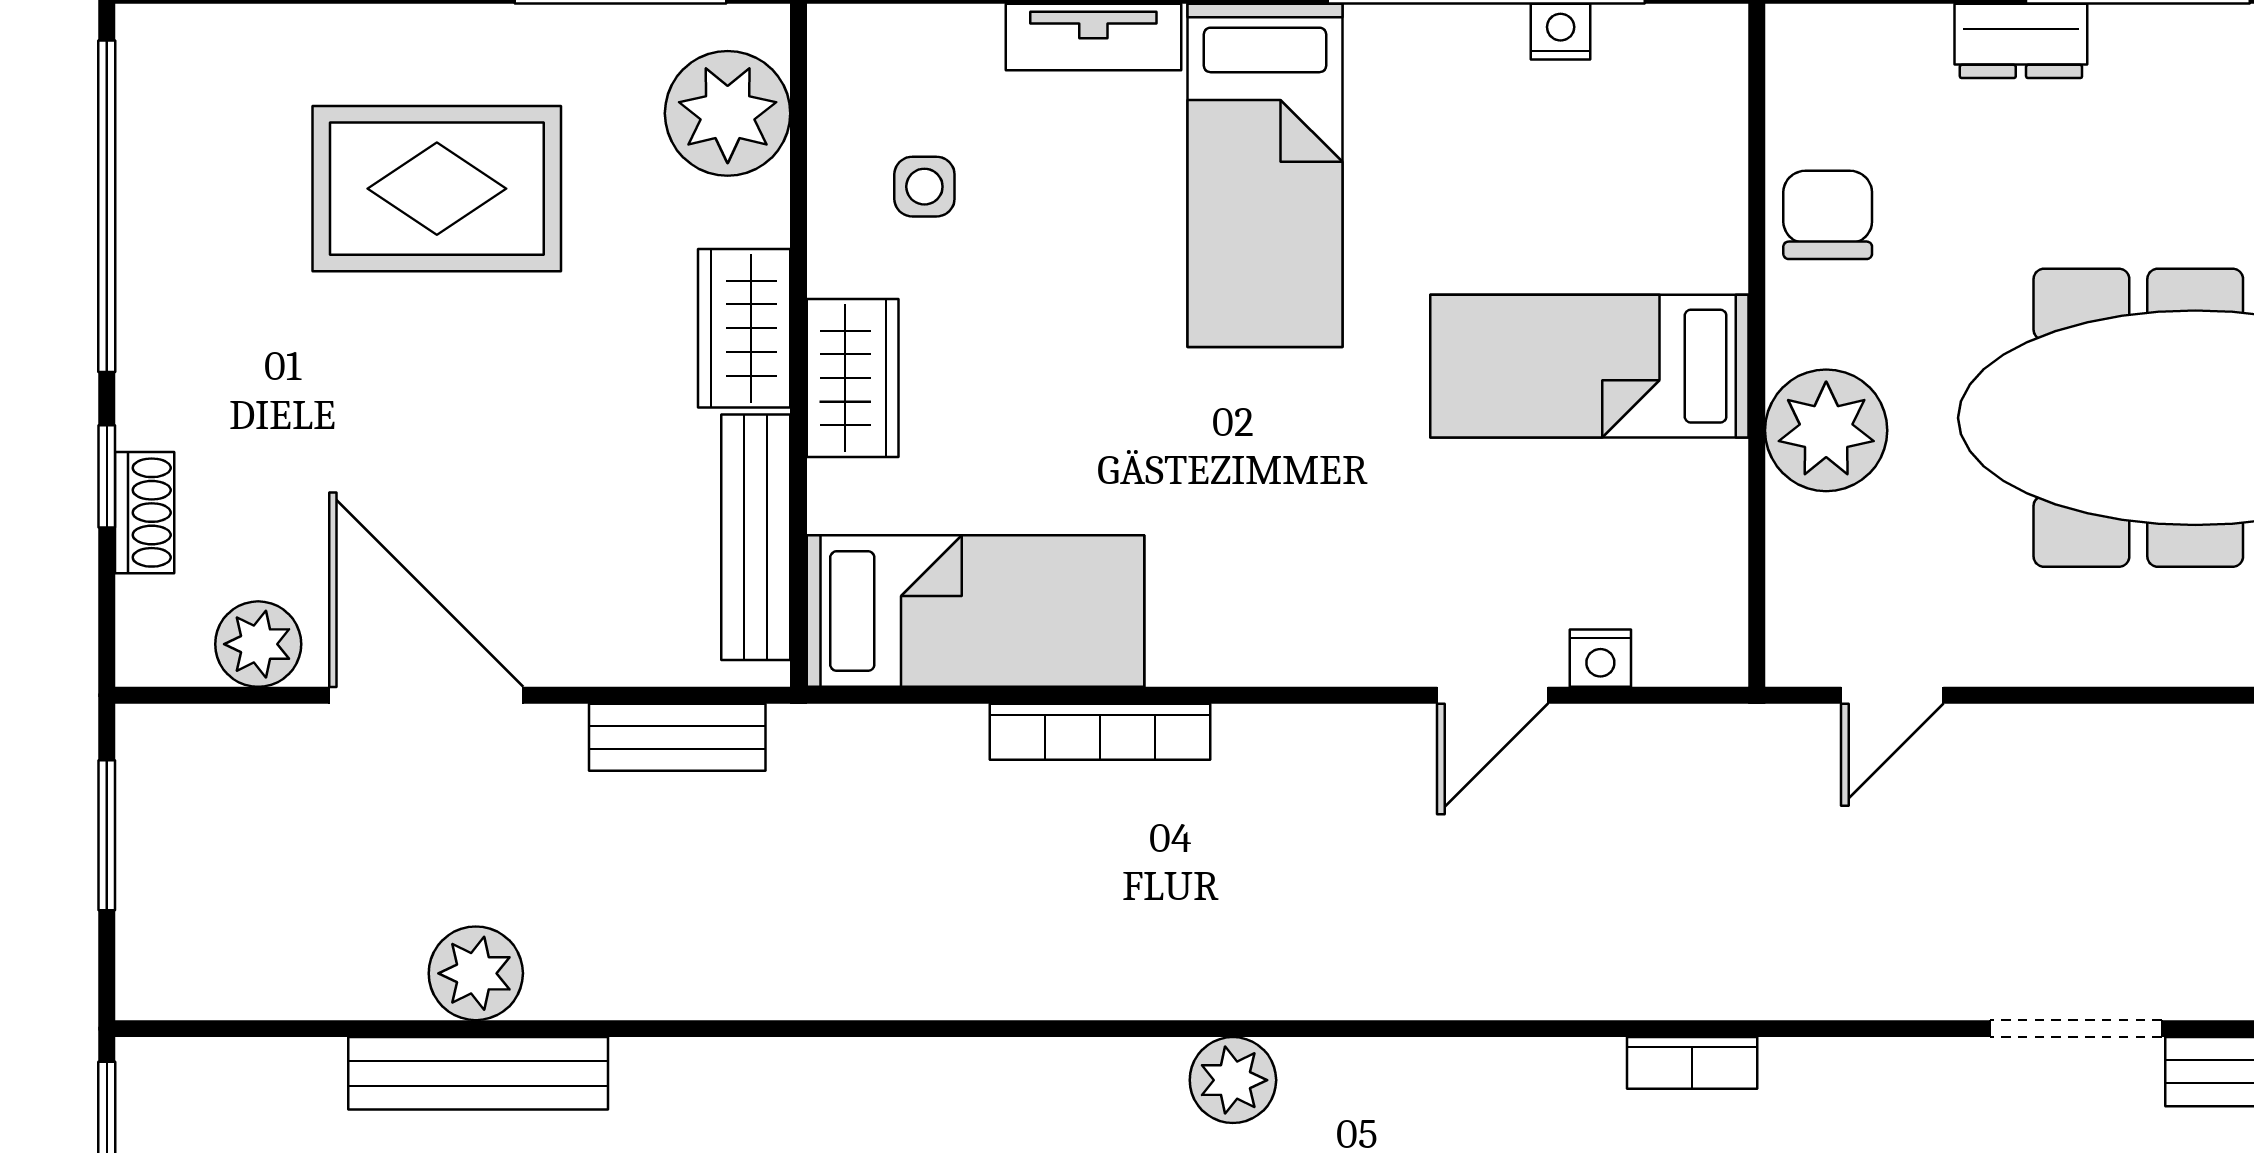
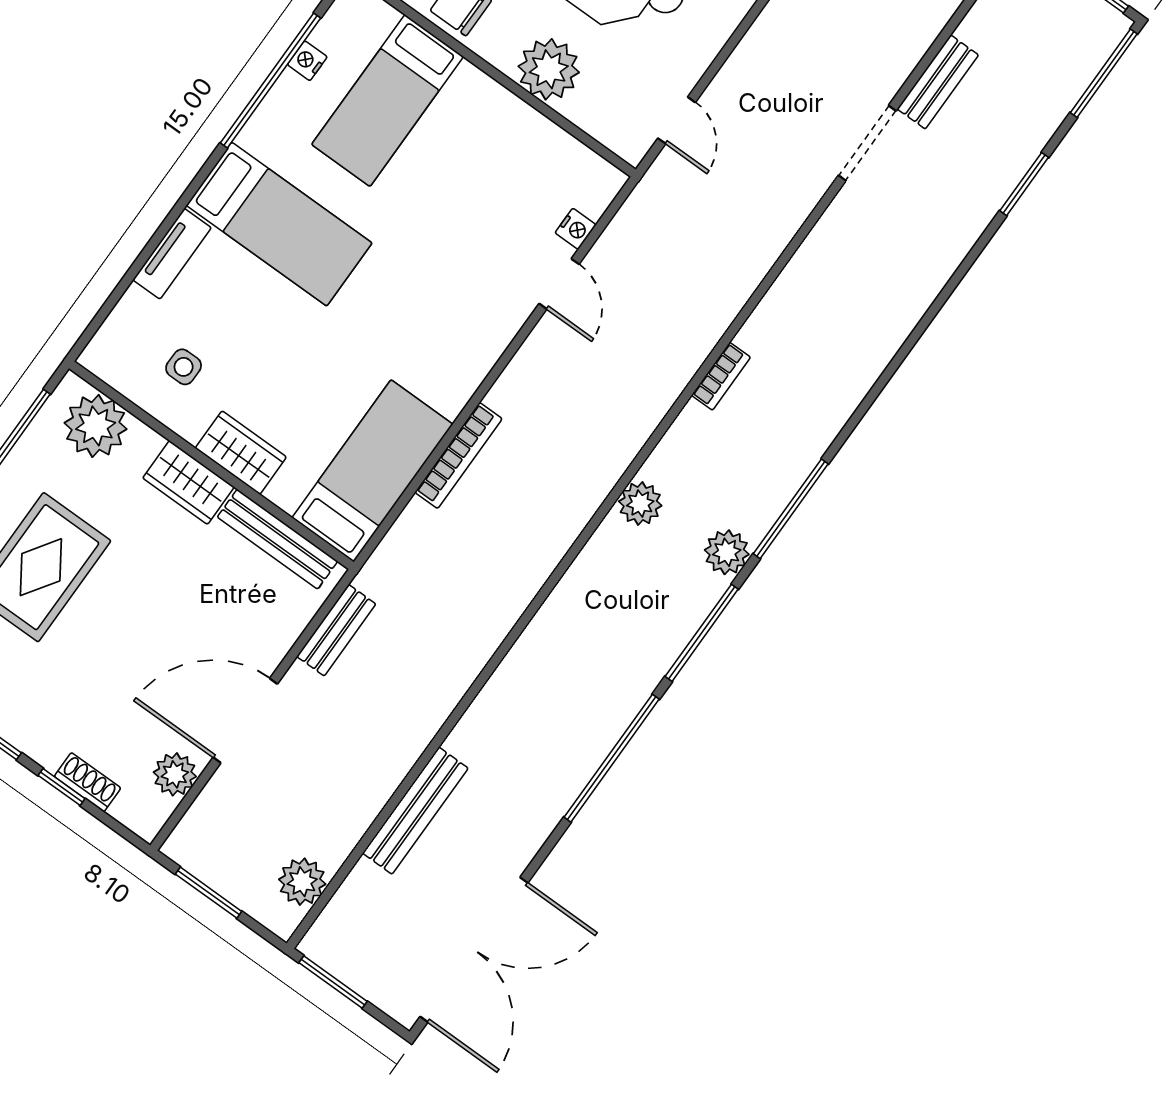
bed: (1589, 366) -> (388, 100), moved
plant: (476, 973) -> (302, 882), moved
bookcase: (1692, 1063) -> (721, 376), moved

